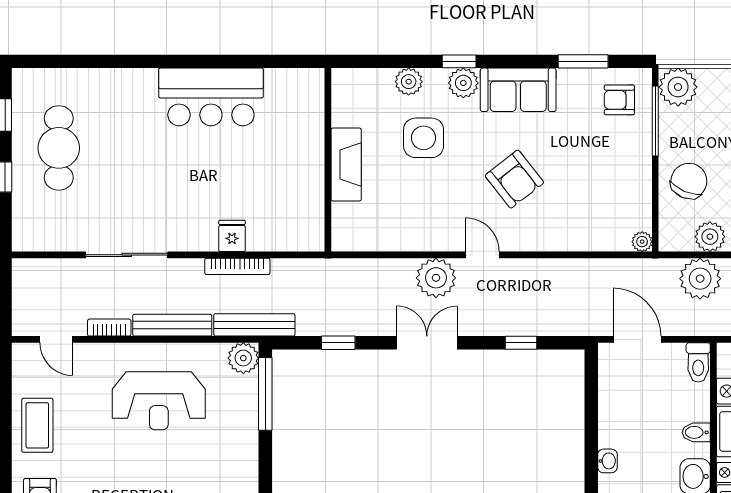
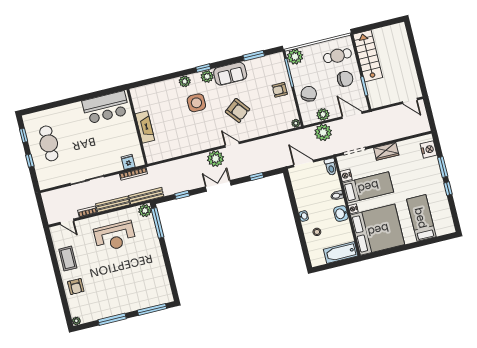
armchair: (619, 100) -> (280, 90), moved
wall: (328, 160) -> (137, 127), moved
fireplace: (346, 164) -> (145, 127), moved

